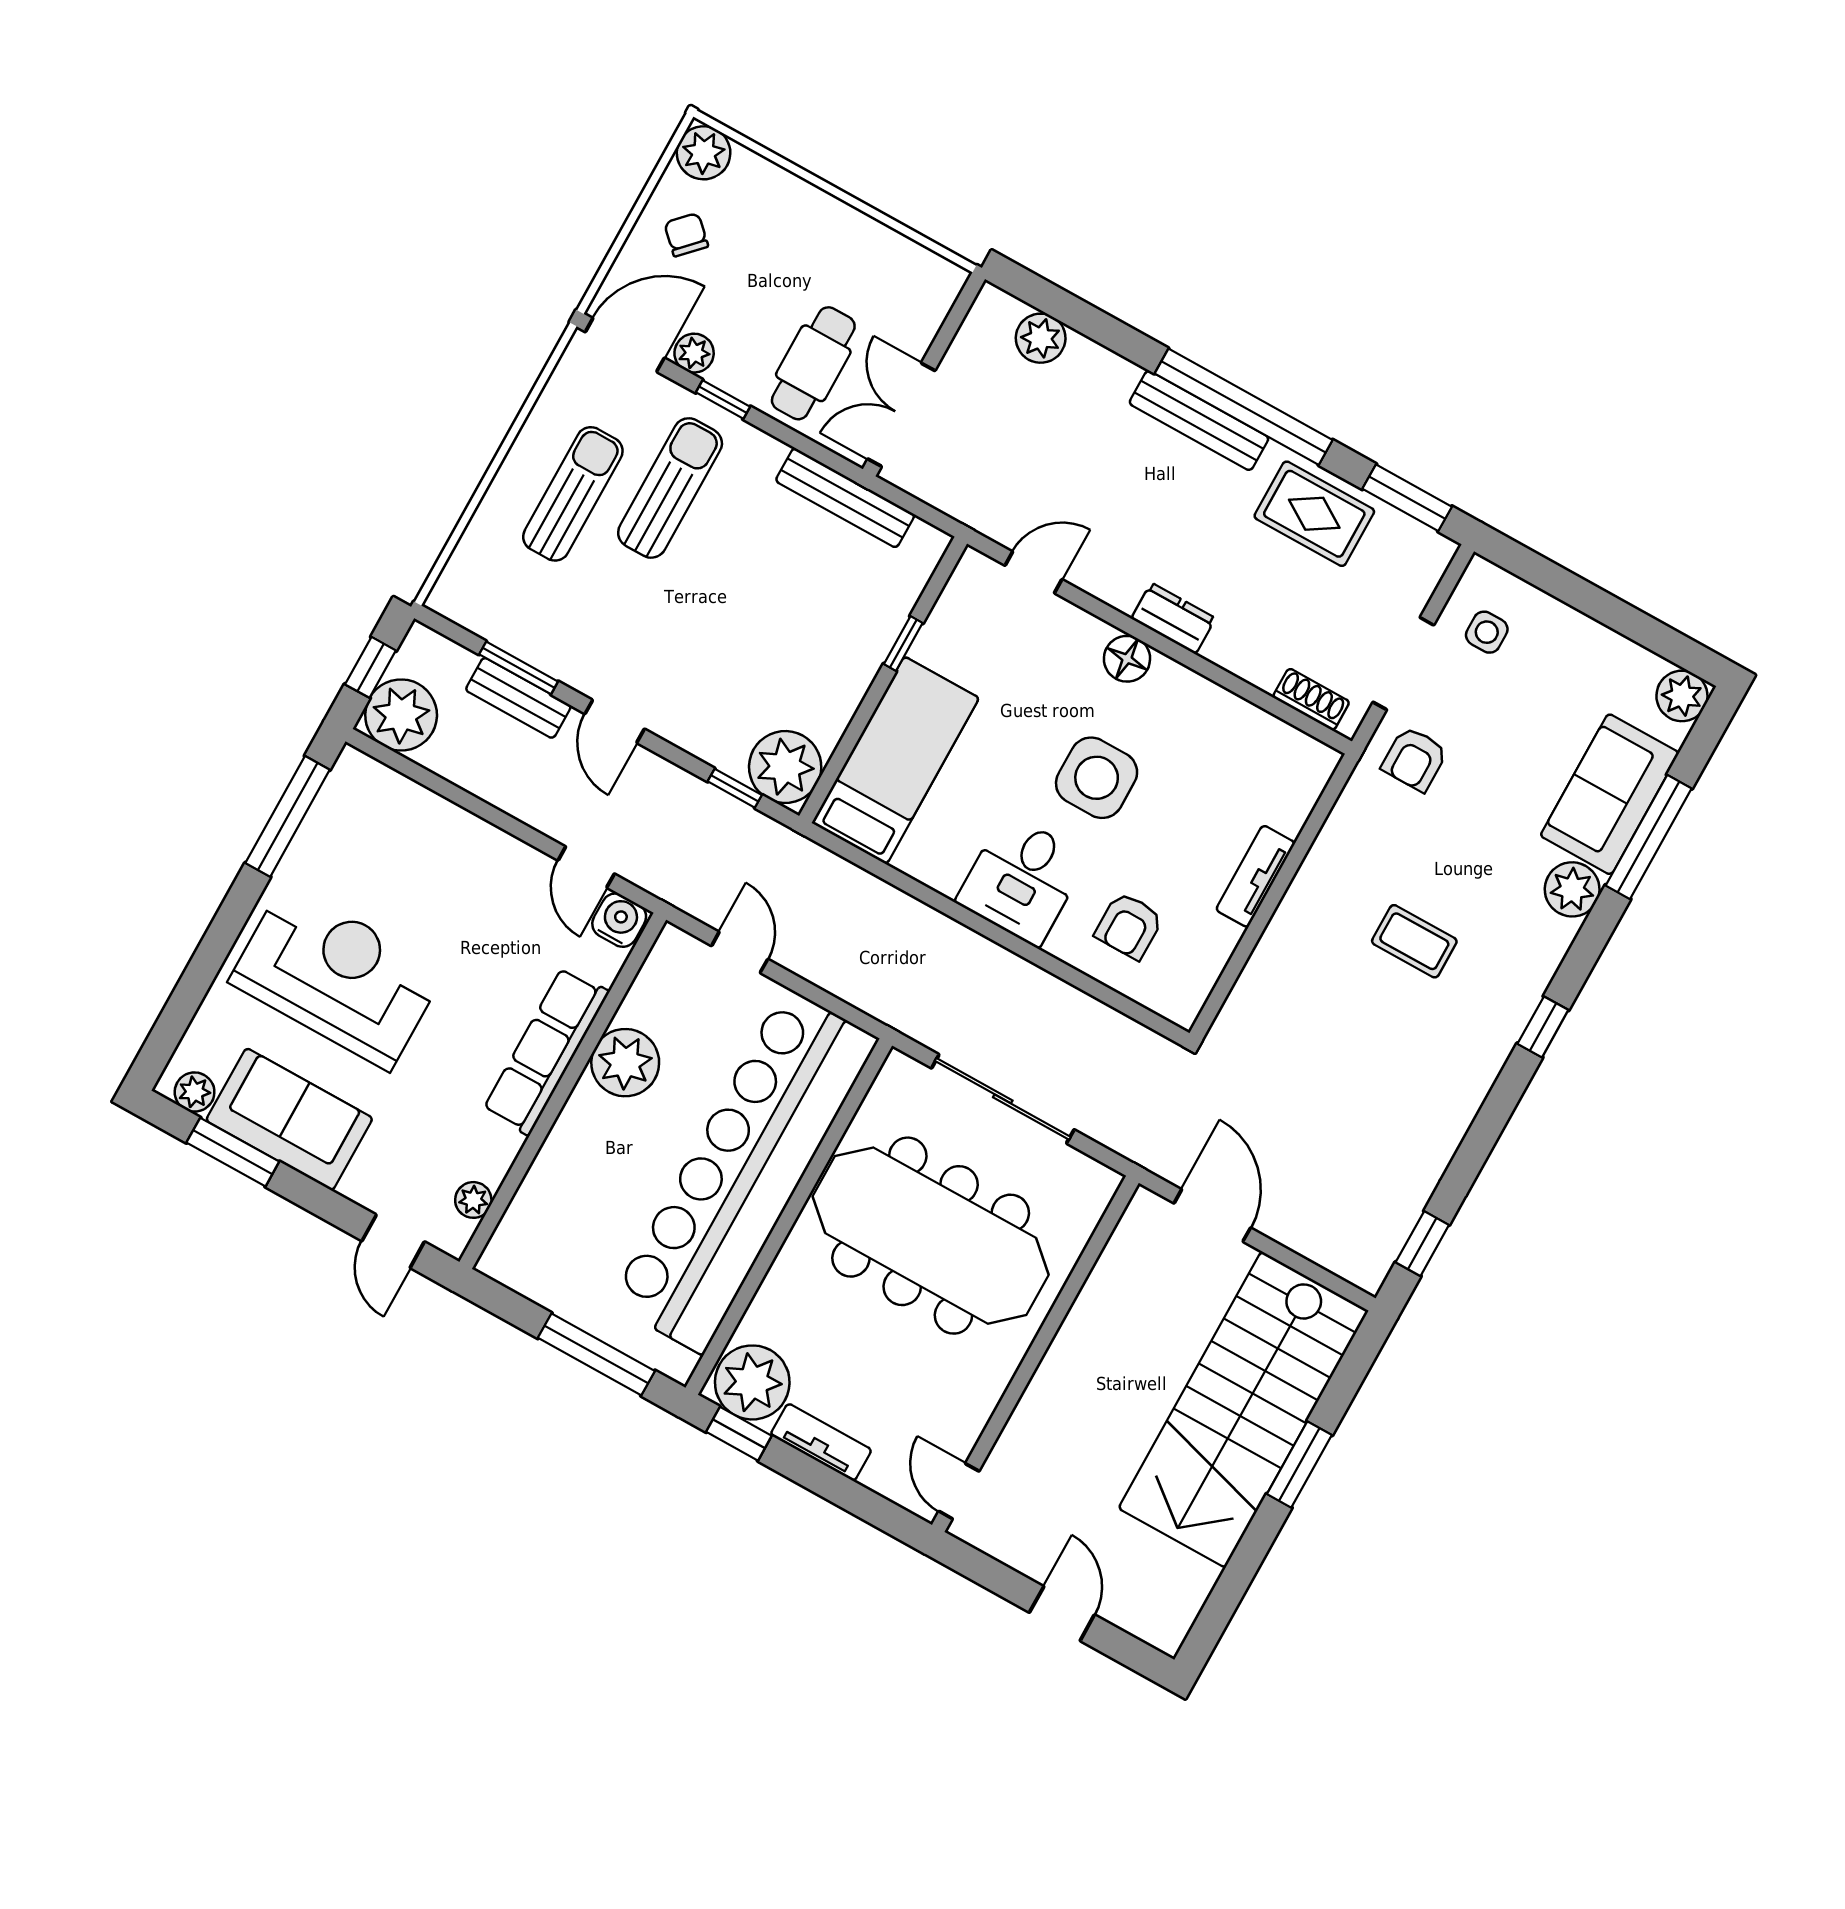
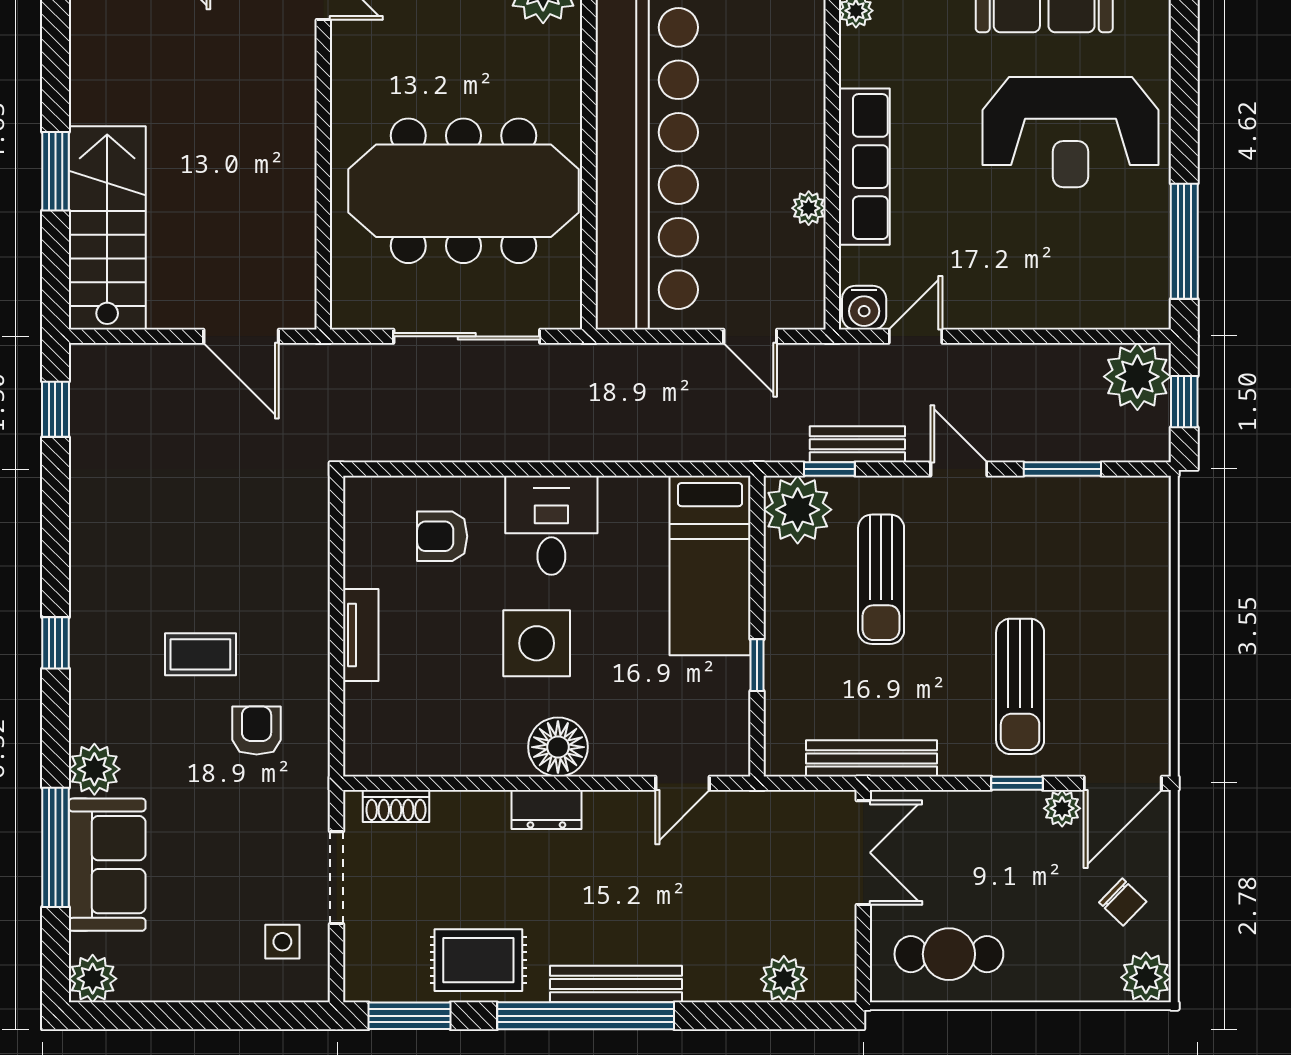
cafe table: (813, 363) -> (949, 954), moved, turned 90
sun lounger: (573, 494) -> (881, 579), moved
floor lamp: (1127, 659) -> (558, 747), width x1.38, depth x1.38
bench: (518, 698) -> (857, 444), moved
armchair: (1415, 759) -> (257, 731), moved
door: (586, 867) -> (915, 336), hinge flipped
armchair: (1129, 926) -> (442, 536), turned -90
plant: (625, 1063) -> (809, 208), width x0.53, depth x0.53
stairs: (1243, 1410) -> (107, 228), width x0.73, depth x0.66

